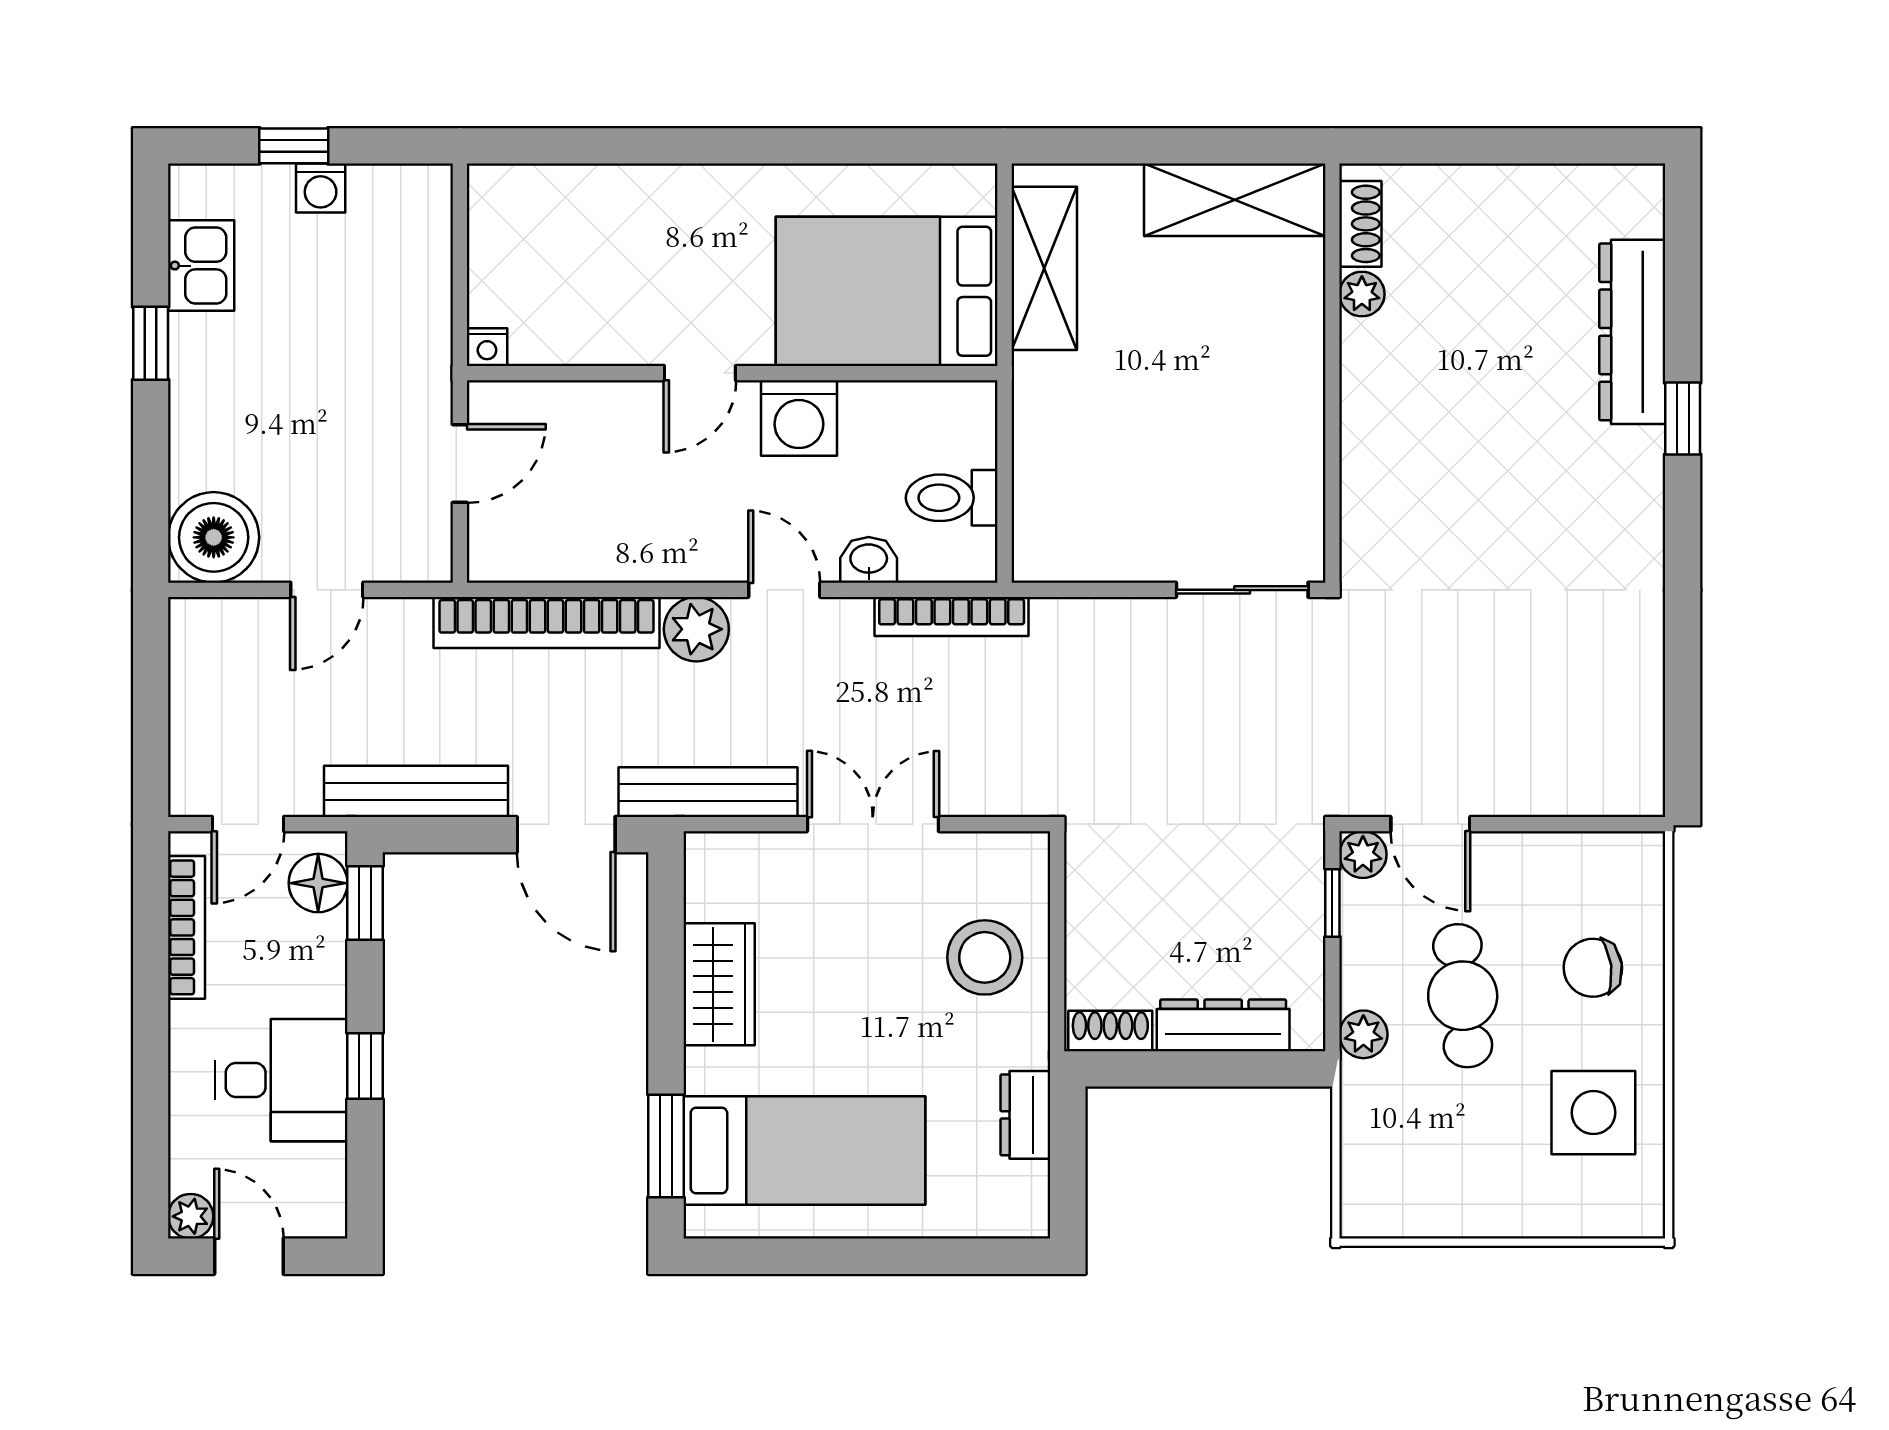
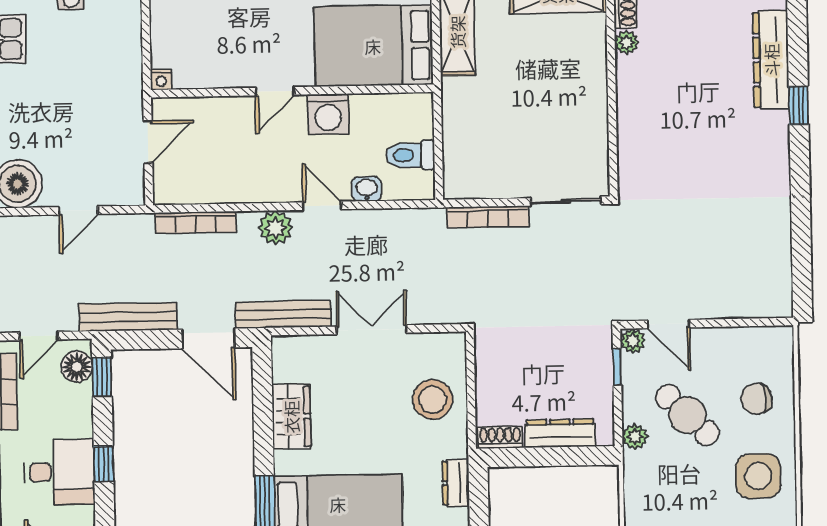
bookcase: (952, 617) -> (488, 217), moved
bookcase: (546, 622) -> (196, 222), width x0.68, depth x0.76
cafe table: (1463, 996) -> (687, 415), turned -40

